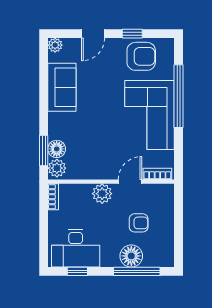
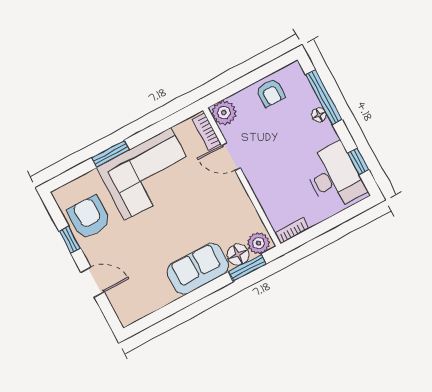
plant: (55, 45) -> (127, 316), removed
sofa: (62, 87) -> (198, 269), moved
window: (178, 96) -> (110, 154), width x0.47
plant: (102, 194) -> (224, 113), moved
armchair: (139, 223) -> (271, 93), moved, turned 180
floor lamp: (131, 256) -> (319, 115), width x0.53, depth x0.53

